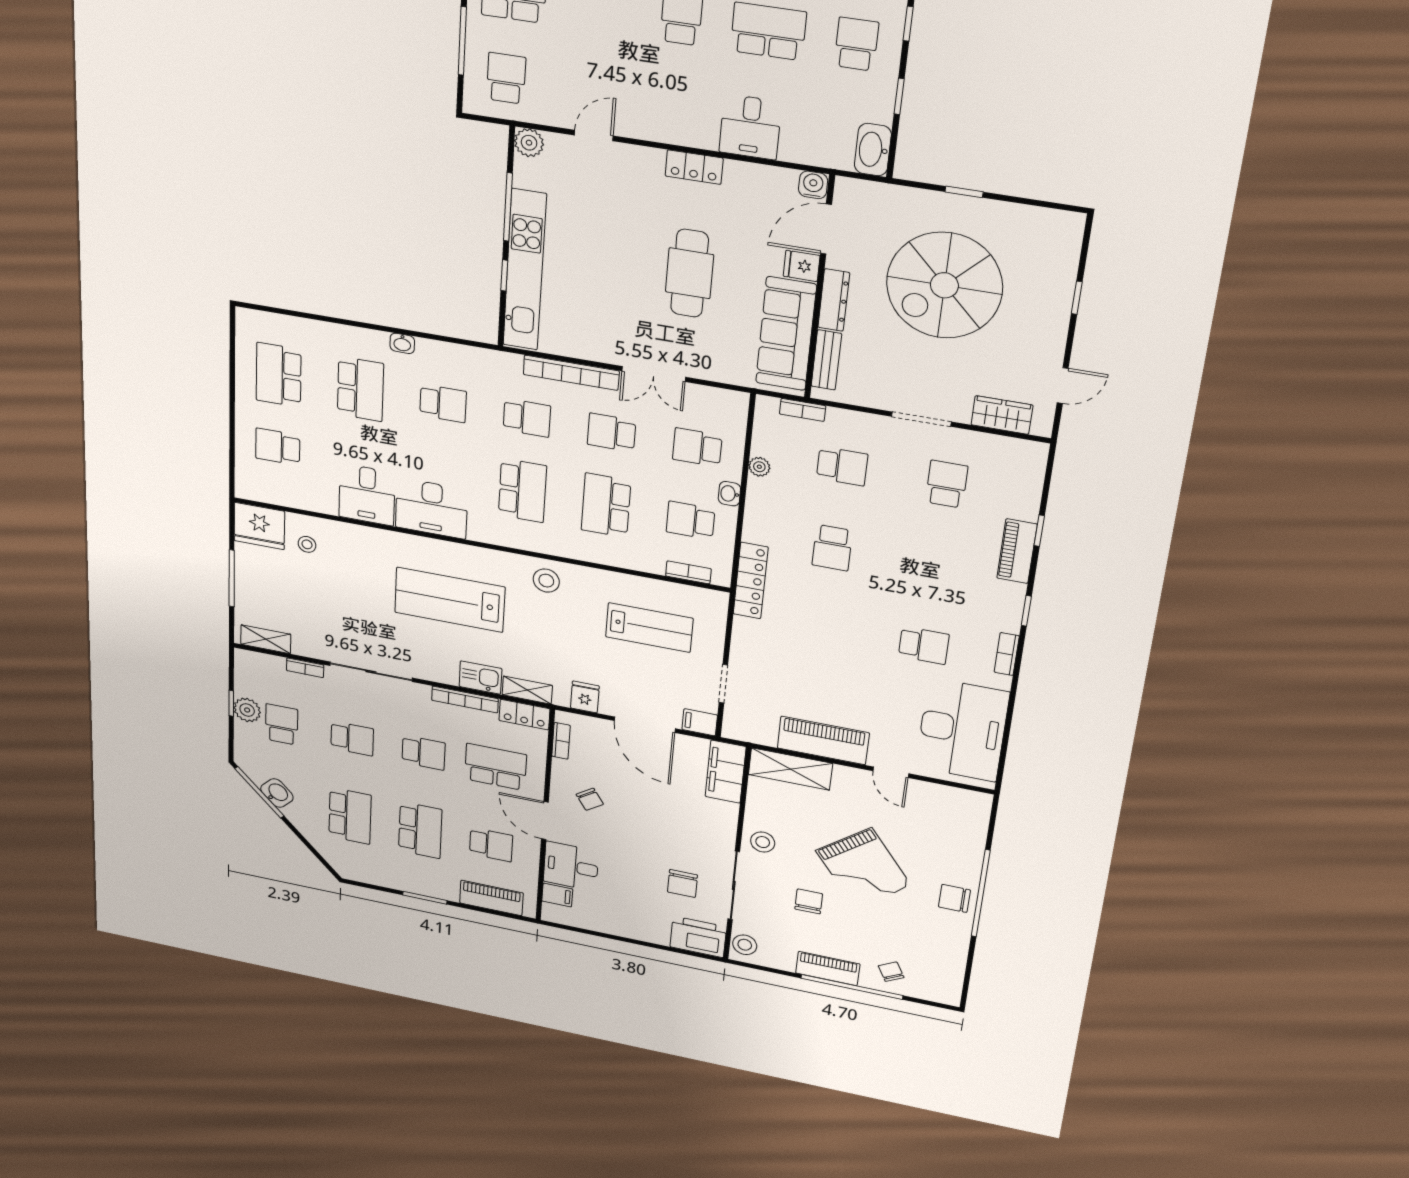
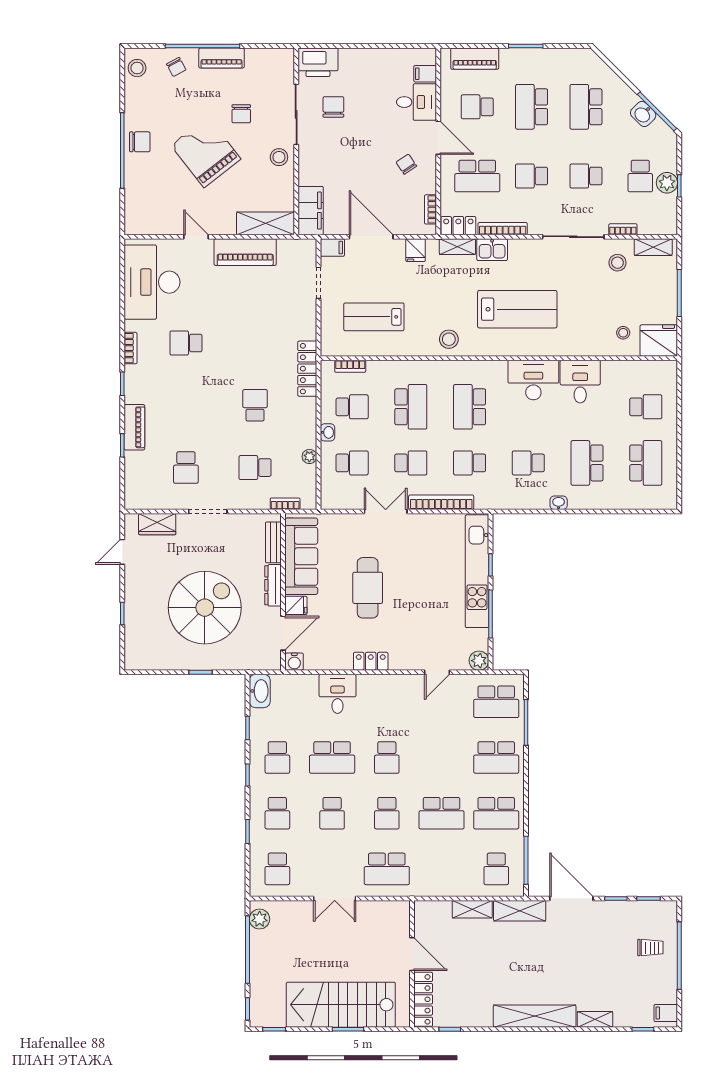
school desk: (506, 78) -> (496, 702), width x1.85
stool: (313, 630) -> (617, 263), added
stool: (745, 945) -> (137, 68), moved

